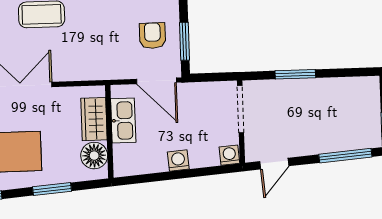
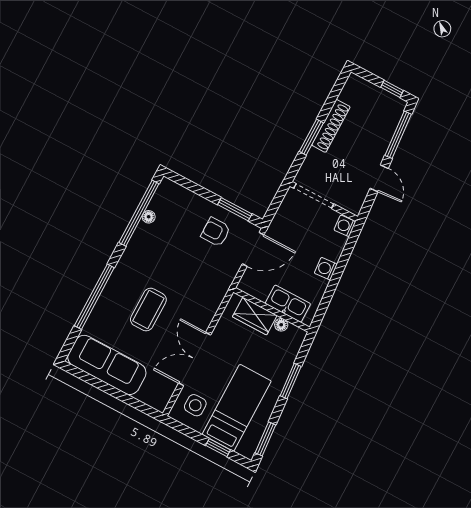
shoe rack: (317, 87) -> (331, 126), added
kitchen sink: (123, 120) -> (288, 304), moved
floor lamp: (94, 156) -> (281, 325), width x0.53, depth x0.53
door: (274, 164) -> (379, 178), moved

